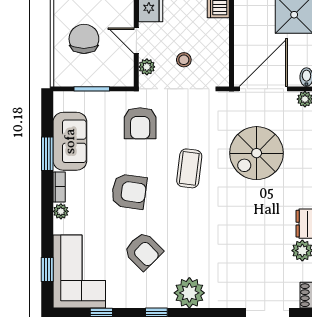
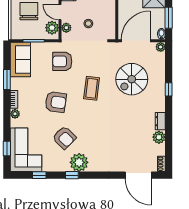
plant: (123, 67) -> (52, 28), added
armchair: (140, 123) -> (62, 61), turned 90
sofa: (70, 141) -> (20, 60), moved
plant: (189, 293) -> (79, 162), moved

